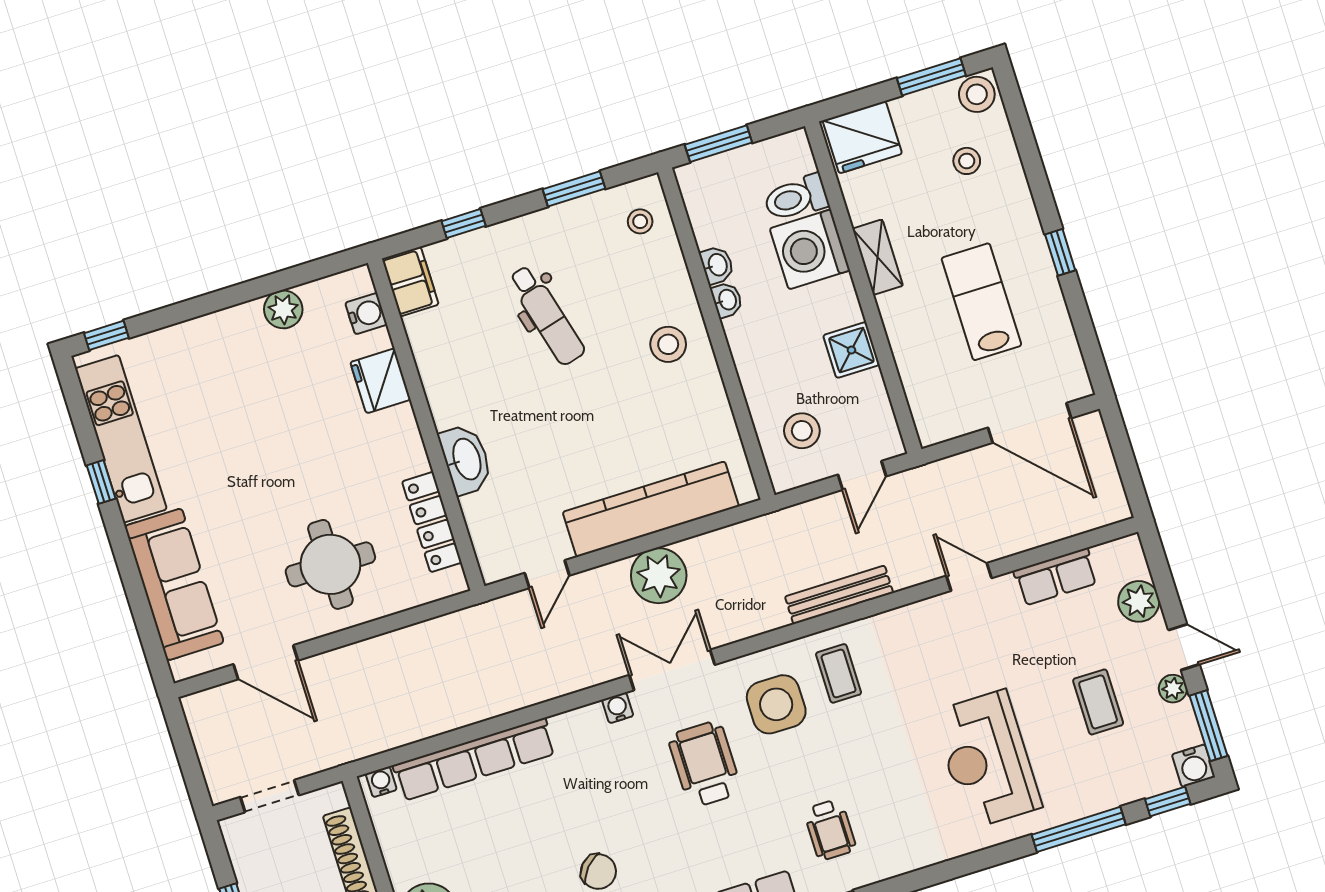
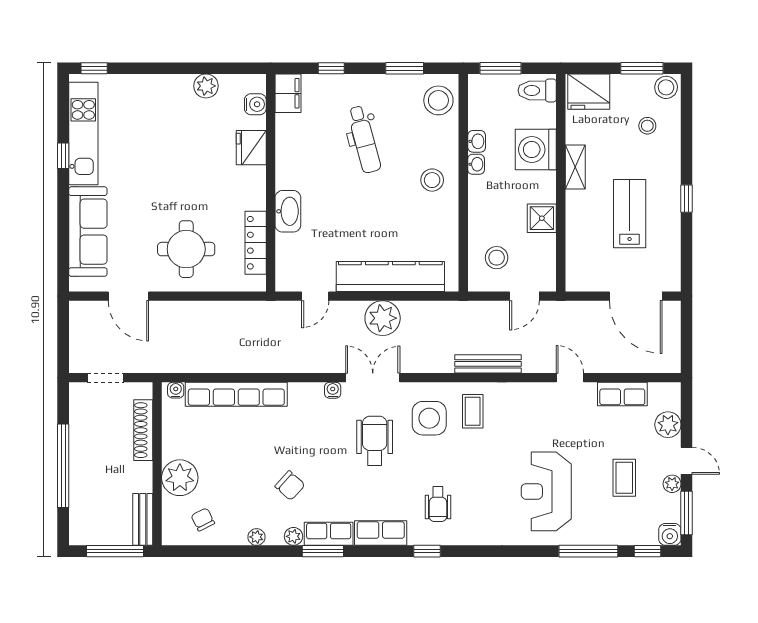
toilet: (796, 198) -> (537, 90), moved
stool: (640, 221) -> (438, 100), width x1.89, depth x1.89

